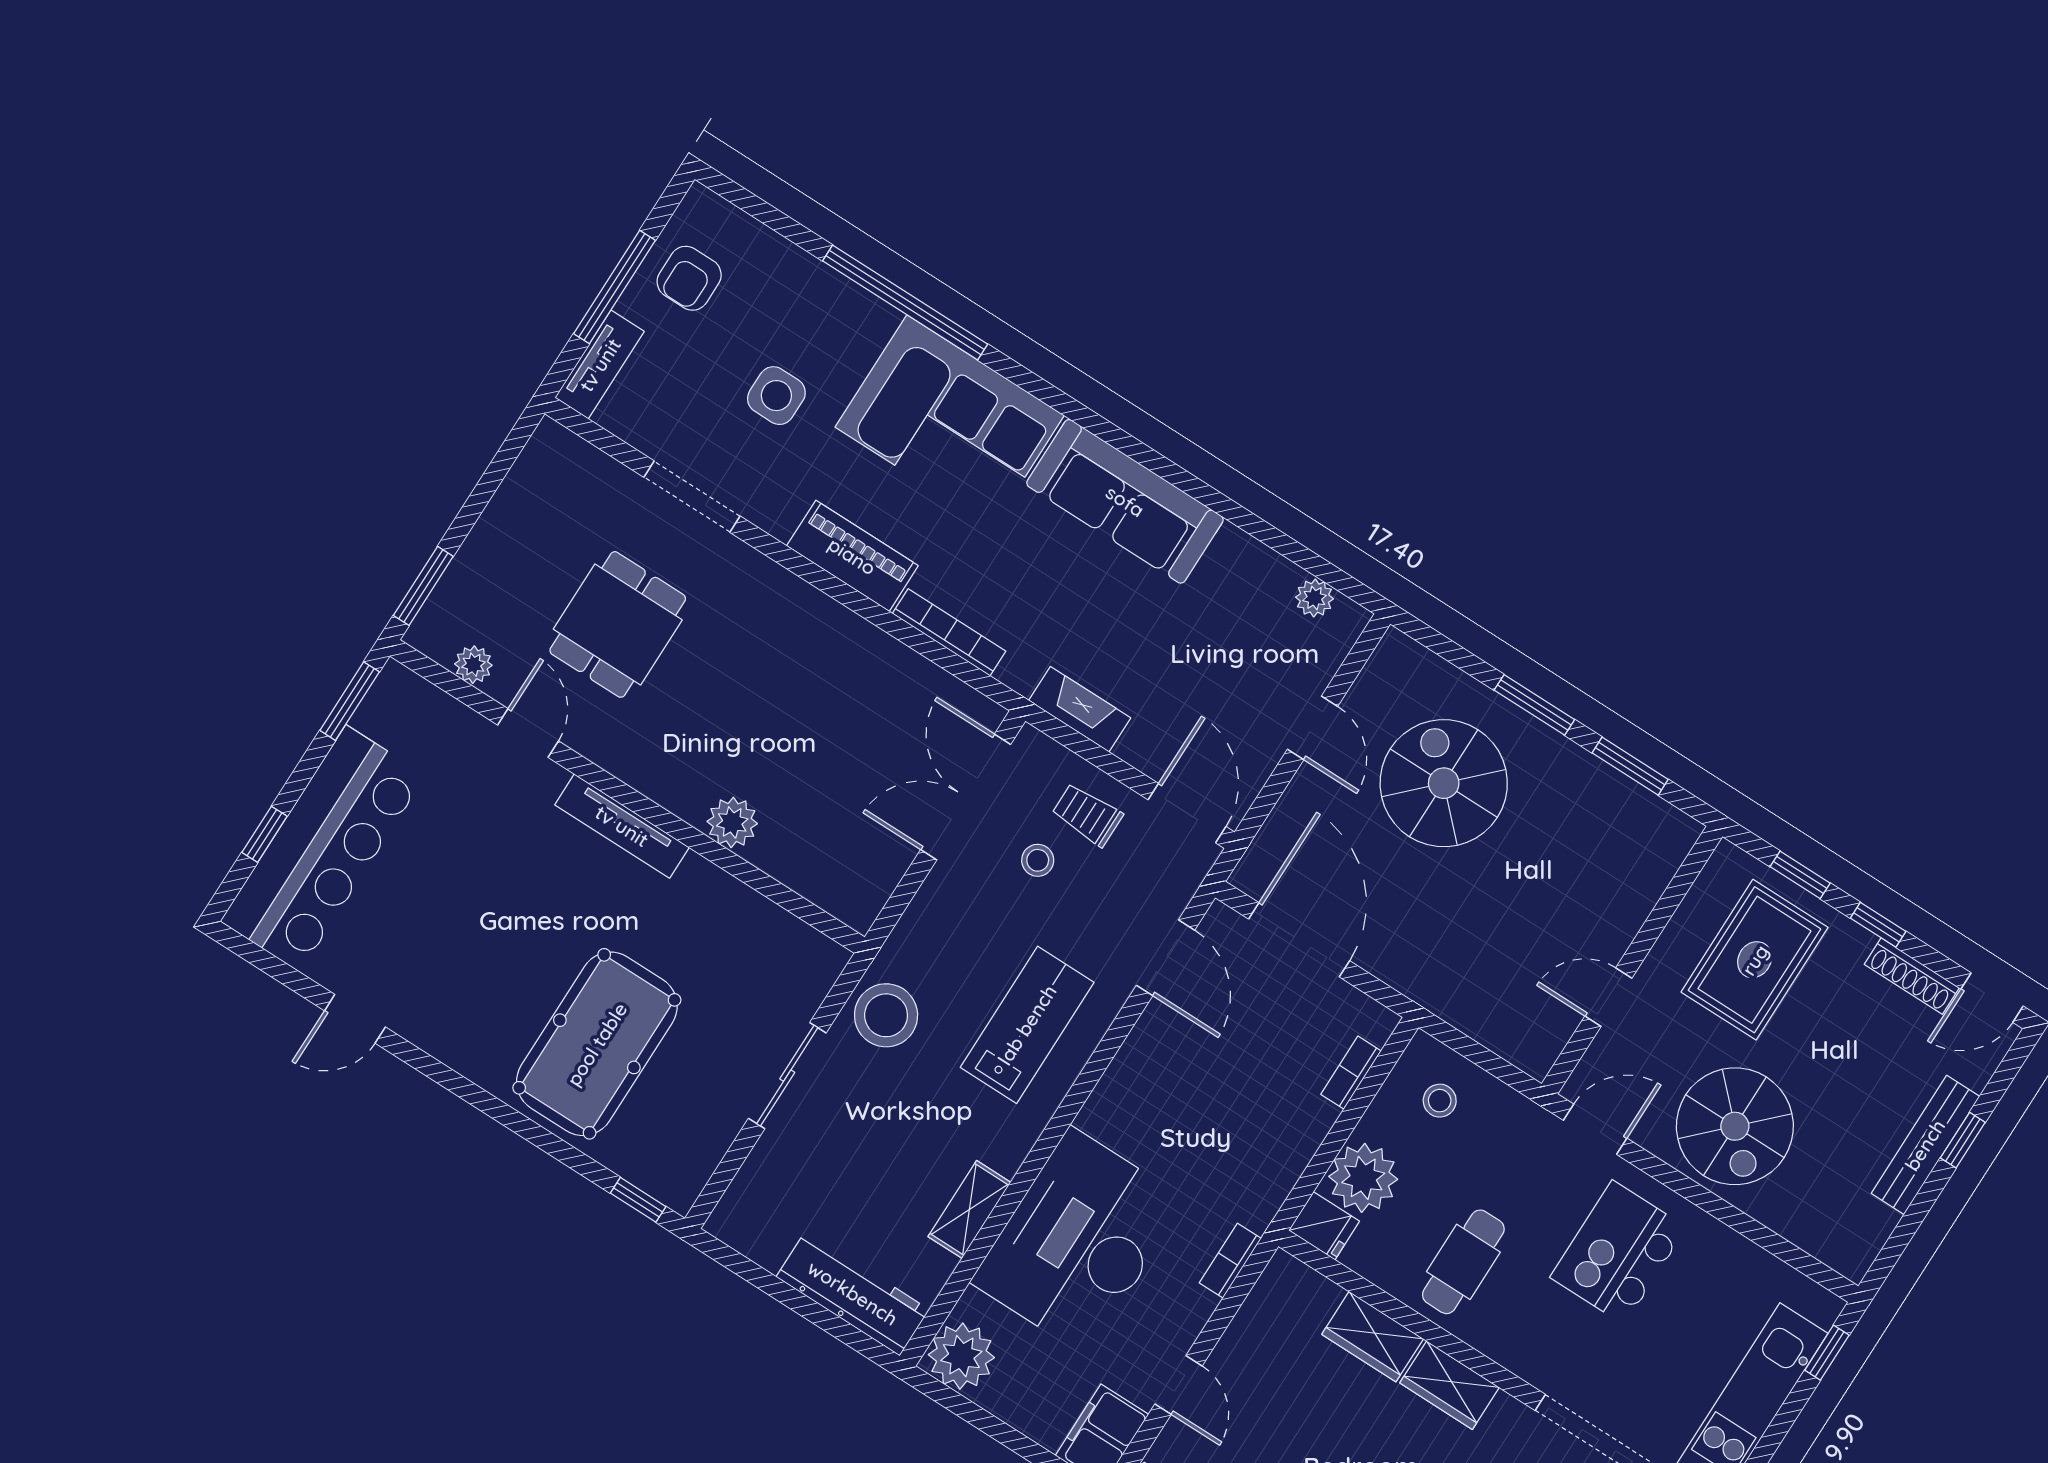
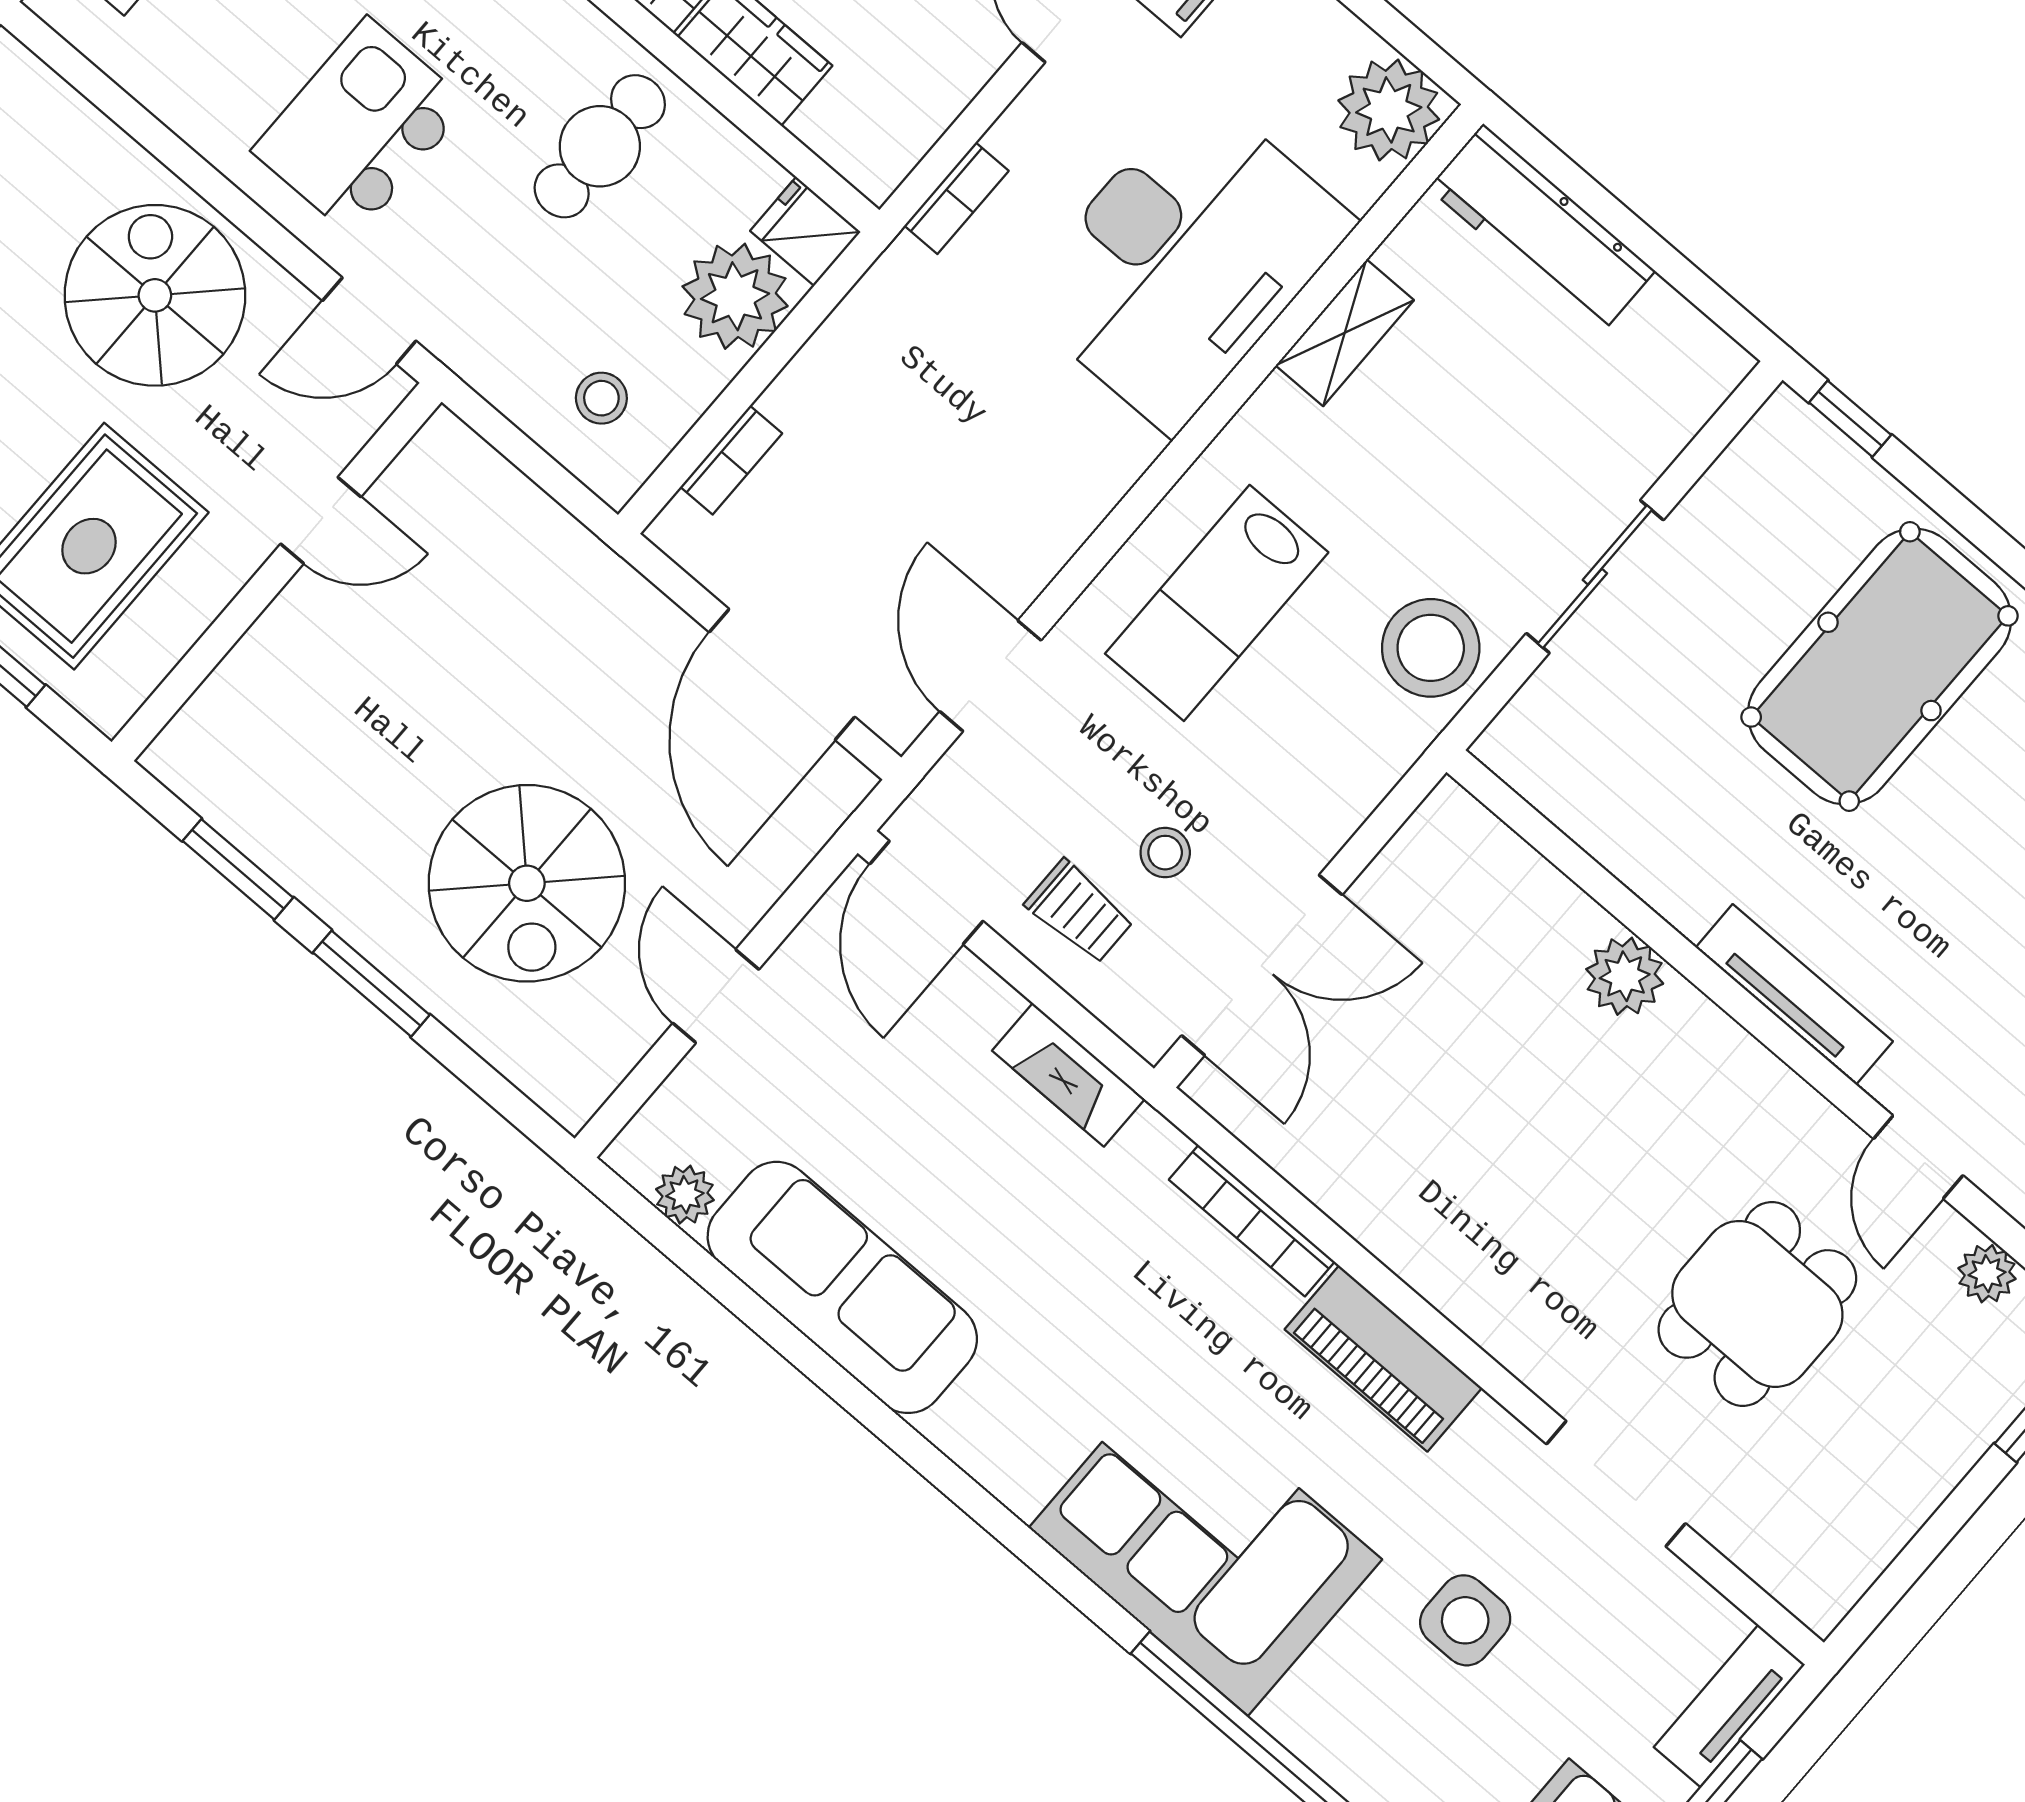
sofa: (1125, 501) -> (842, 1287), moved
kitchen island: (1618, 1252) -> (361, 127), turned 180

